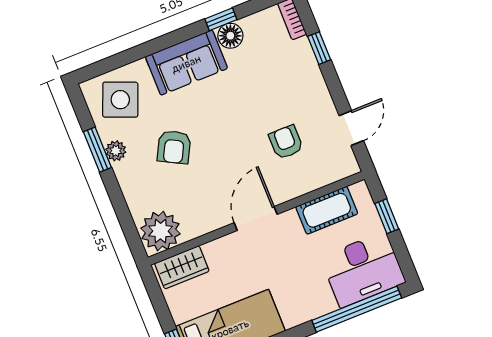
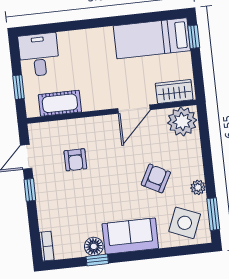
window: (319, 48) -> (30, 190), moved
window: (97, 150) -> (213, 214), moved
door: (256, 219) -> (134, 109), moved
desk: (363, 270) -> (39, 55), width x0.73
window: (357, 309) -> (58, 27), removed

